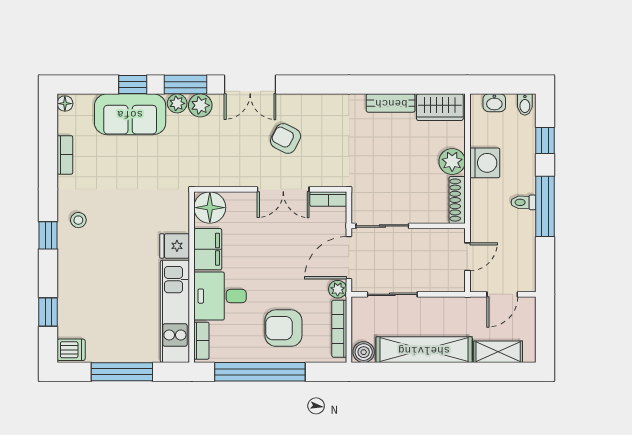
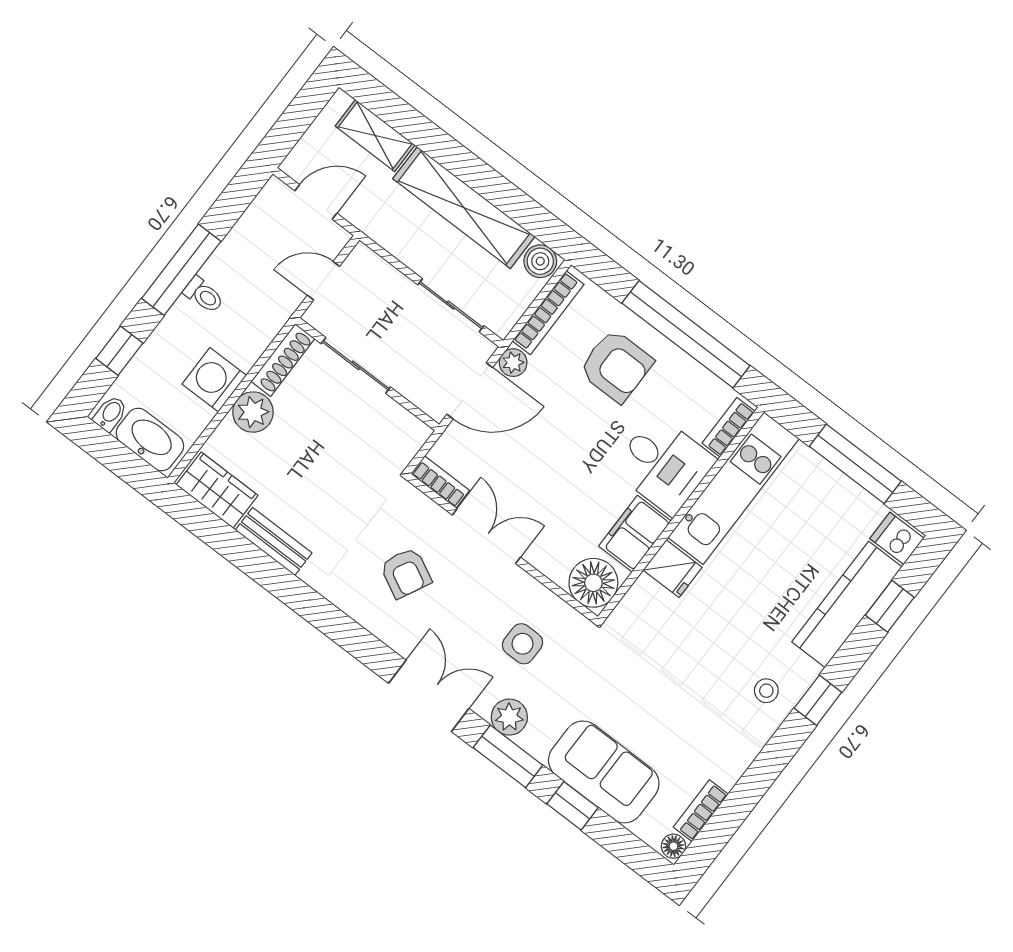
plant: (177, 103) -> (536, 741), removed
washbasin: (494, 103) -> (150, 440), width x1.91, depth x1.45
armchair: (286, 138) -> (406, 573), moved
side table: (222, 148) -> (523, 644), added
bookcase: (65, 155) -> (701, 811), moved
sliding door: (382, 226) -> (356, 365), moved
kitchen counter: (71, 296) -> (847, 604), added

